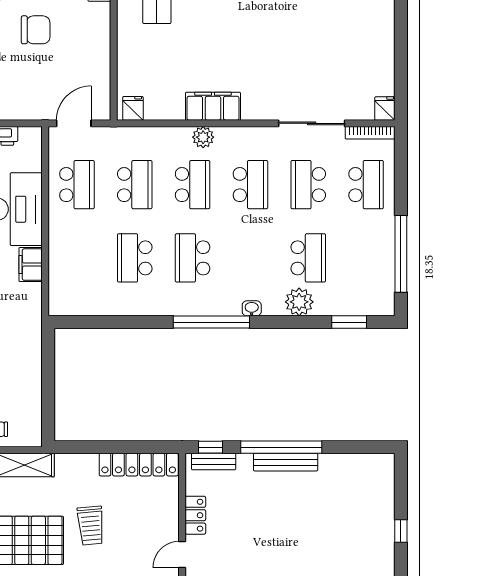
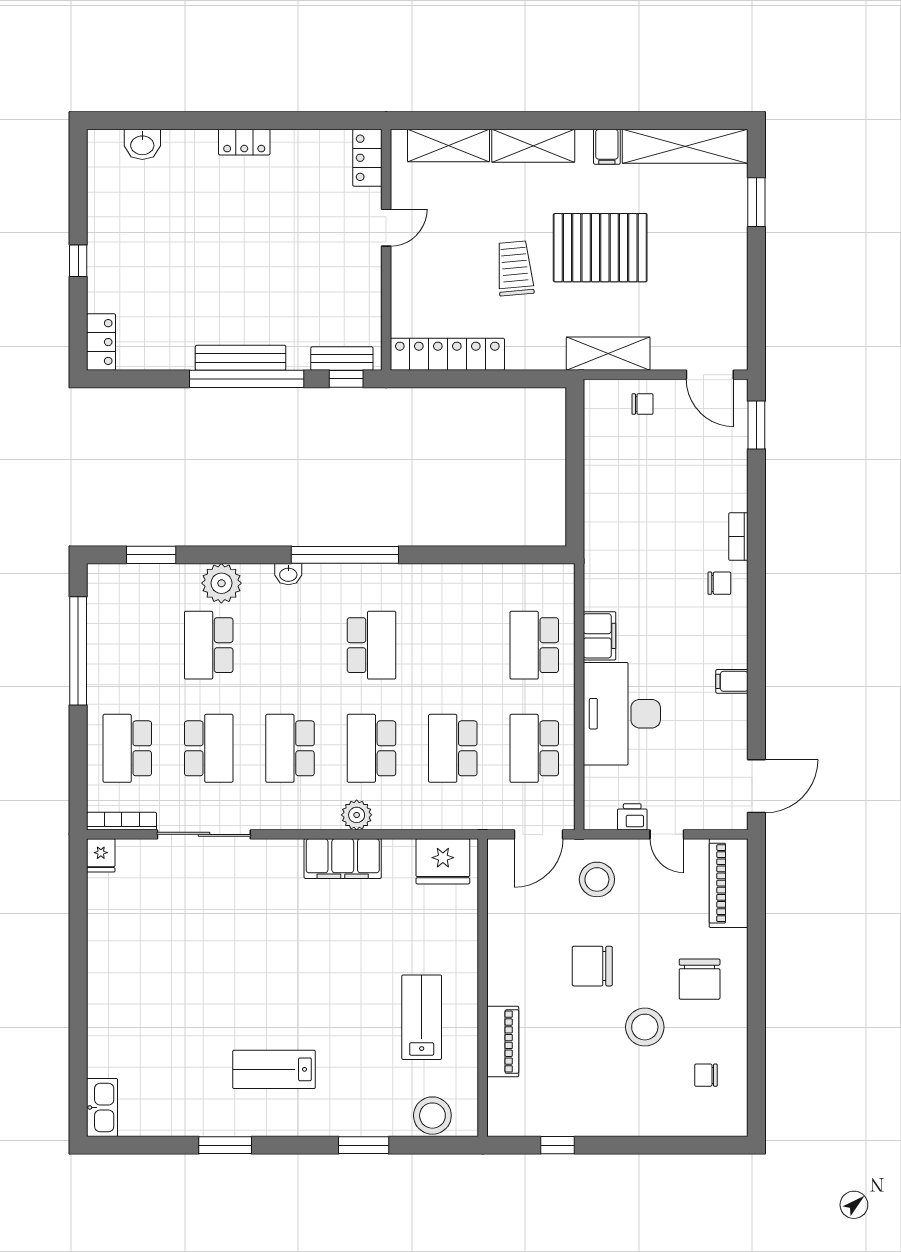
stool: (32, 91) -> (597, 879), added
fridge: (133, 108) -> (443, 861), width x1.88, depth x1.34
school desk: (135, 258) -> (534, 645), moved, turned 180
locker: (195, 515) -> (101, 342), moved, turned 180

